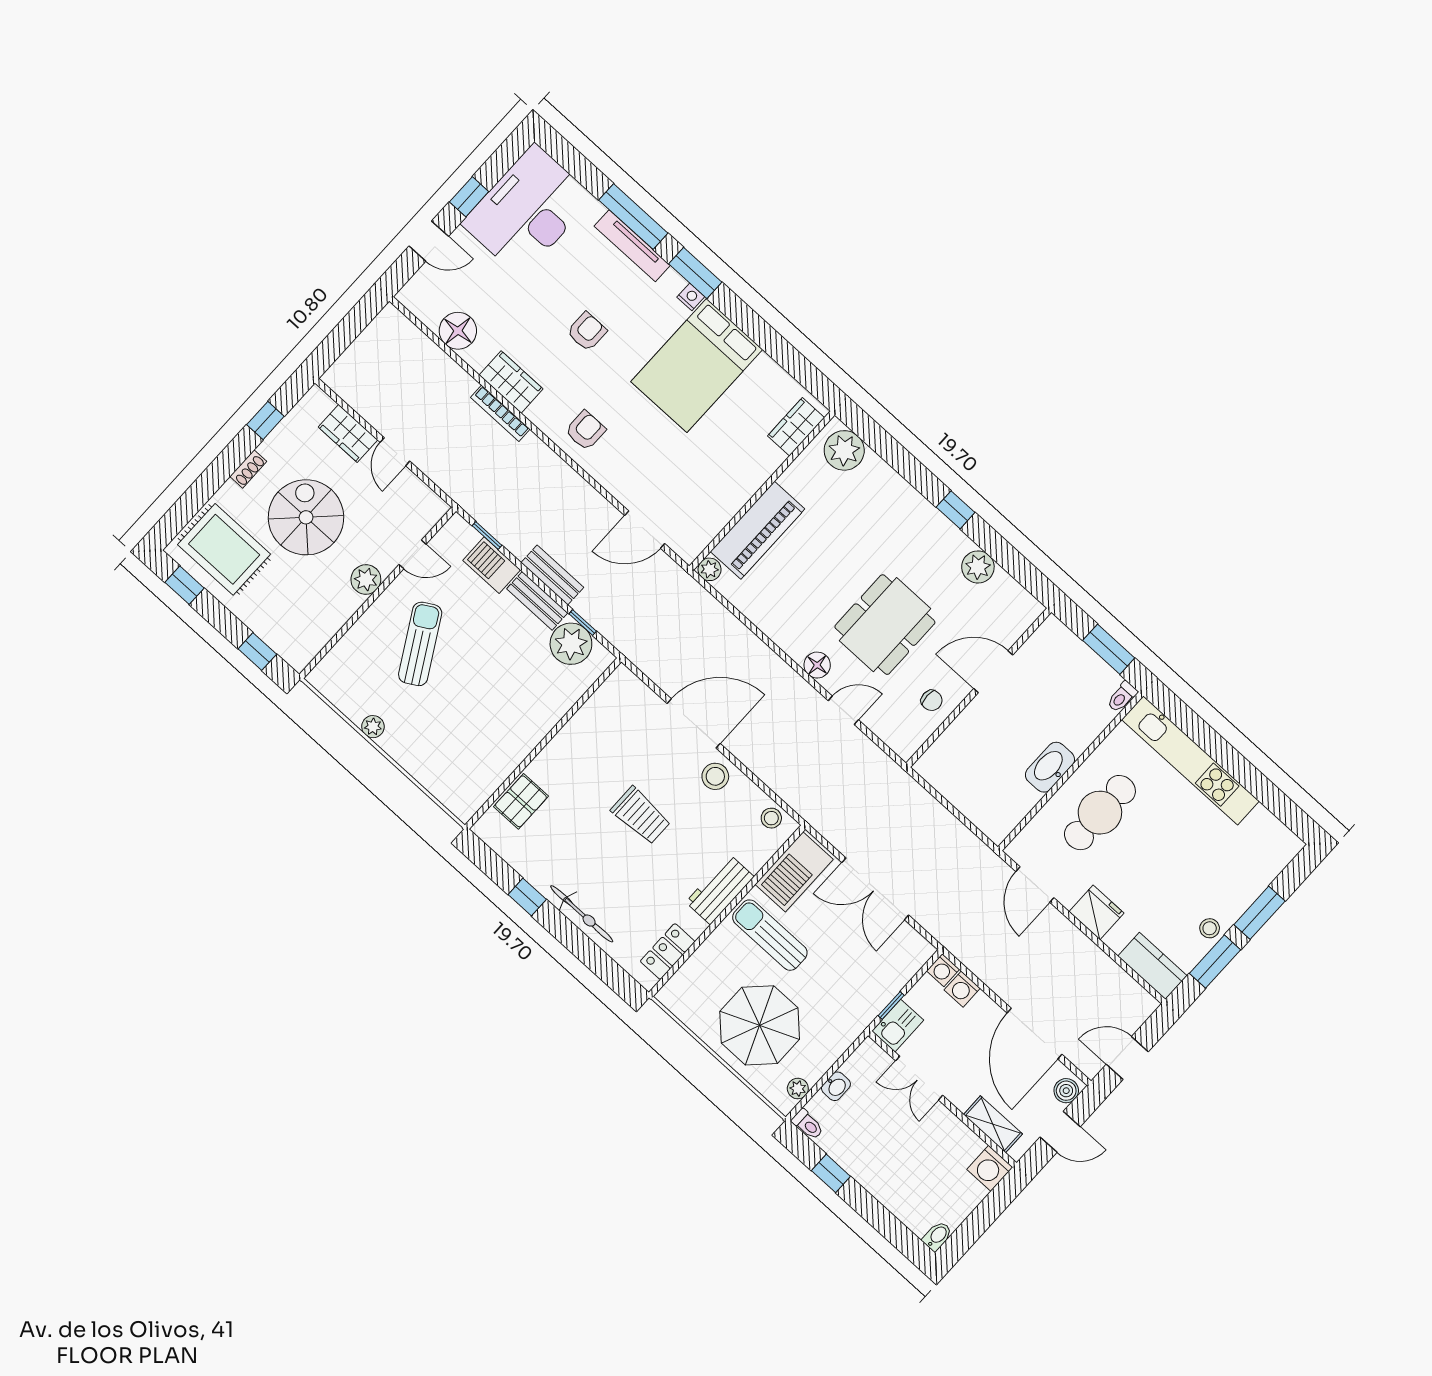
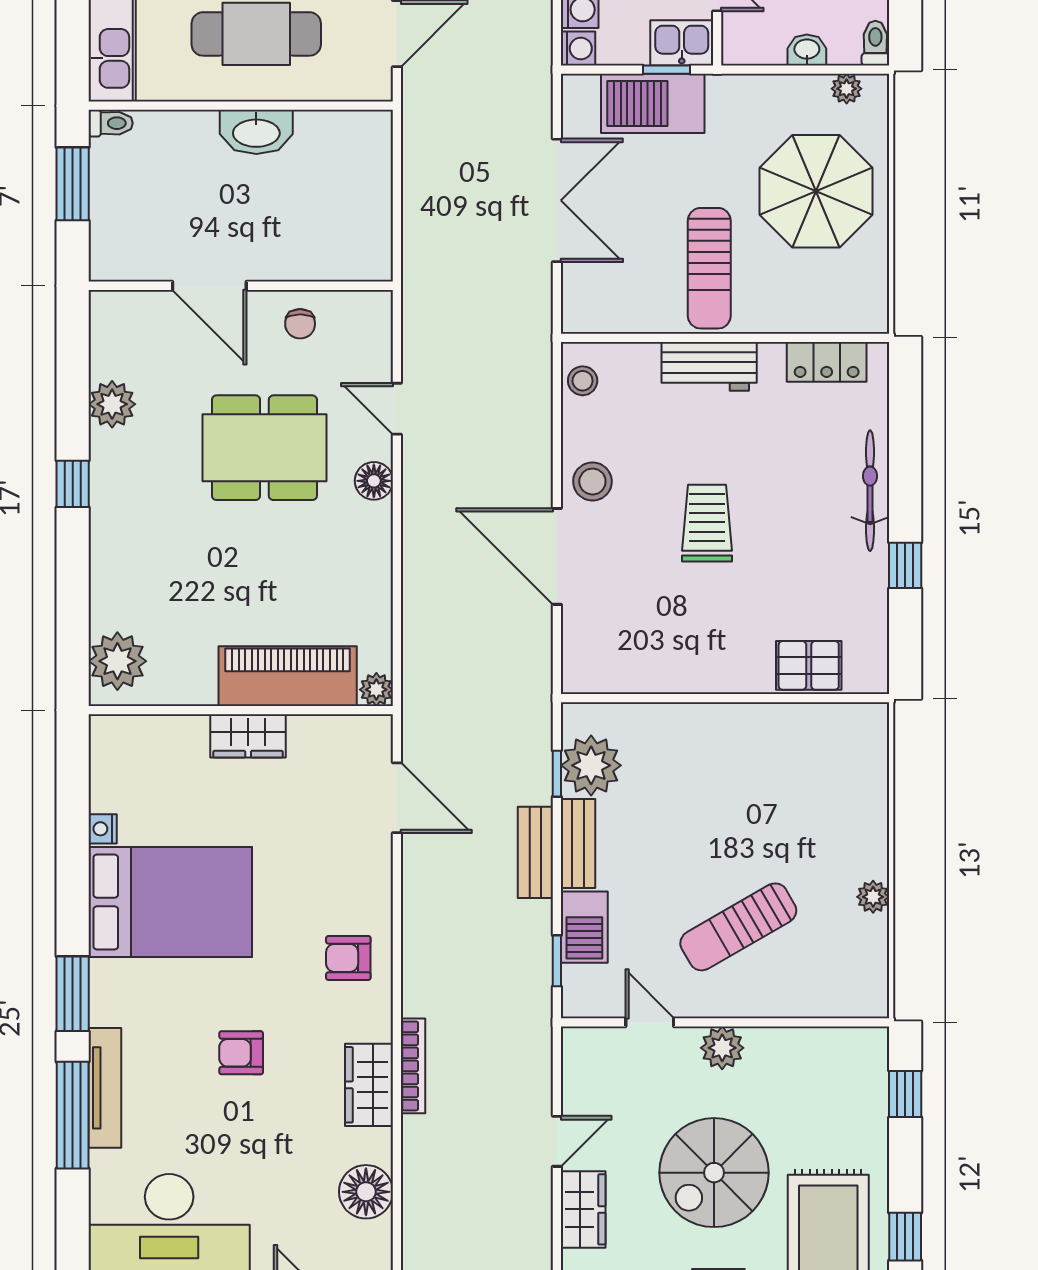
nightstand: (691, 297) -> (103, 829), moved
wardrobe: (796, 427) -> (248, 736), moved
chair: (932, 700) -> (300, 324), turned 180
barbecue: (794, 872) -> (653, 103), moved, turned 180

